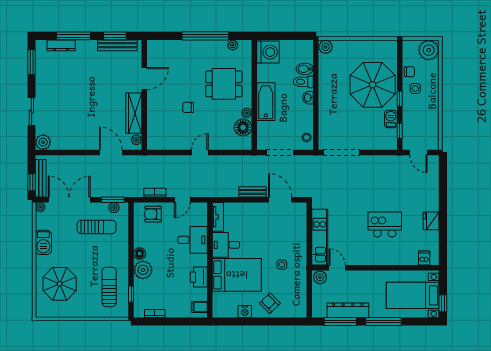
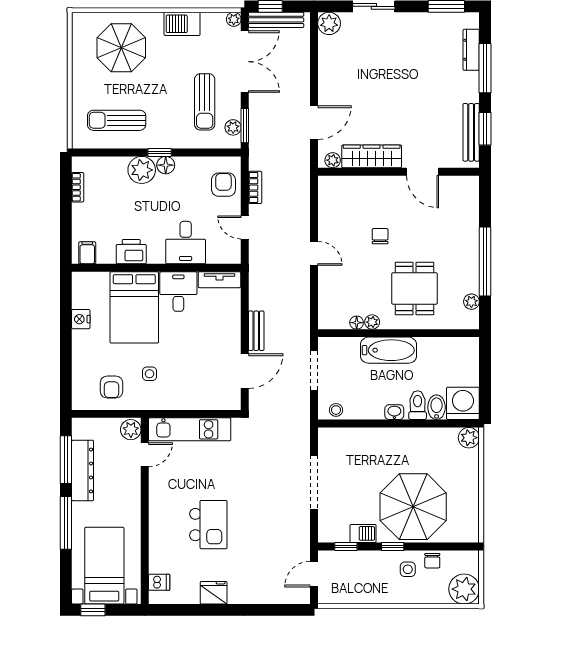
washing machine: (268, 52) -> (463, 403), moved, turned 180
floor lamp: (243, 127) -> (357, 323), width x0.53, depth x0.53
doorway: (342, 152) -> (314, 482), moved
sun lounger: (109, 287) -> (117, 120), turned 180
window: (131, 294) -> (160, 152), moved
armchair: (270, 303) -> (112, 387), moved, turned 135

